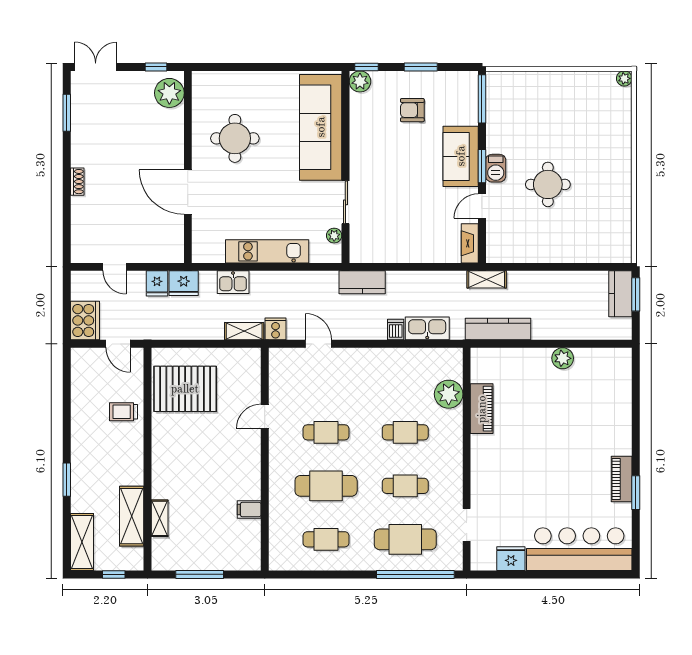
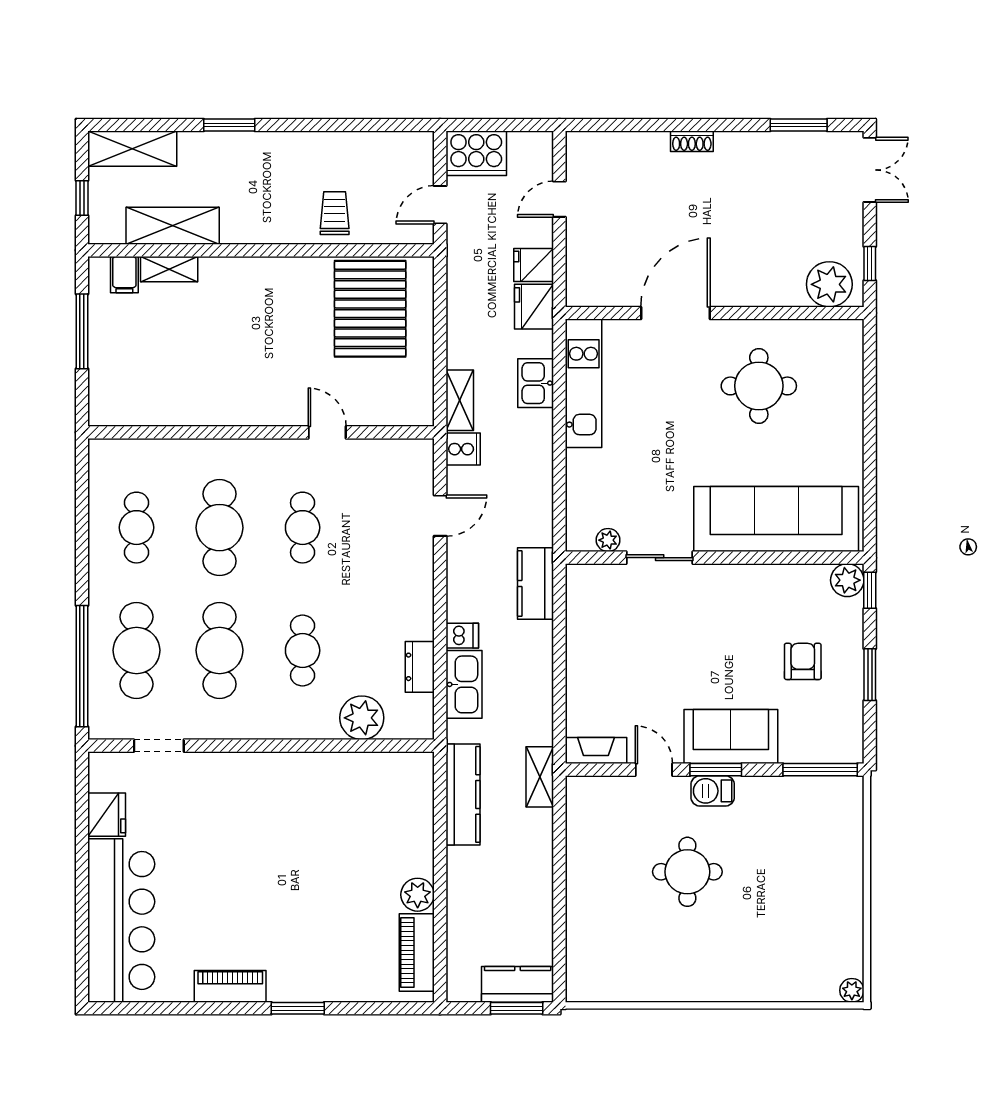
kitchen unit: (267, 251) -> (584, 383), moved
dresser: (416, 357) -> (420, 667), added
piano: (482, 409) -> (417, 952), moved, turned 90
cafe table: (405, 486) -> (220, 650), width x1.37, depth x1.35
window: (636, 493) -> (298, 1008), moved
filing cabinet: (249, 509) -> (124, 275), moved, turned 180

